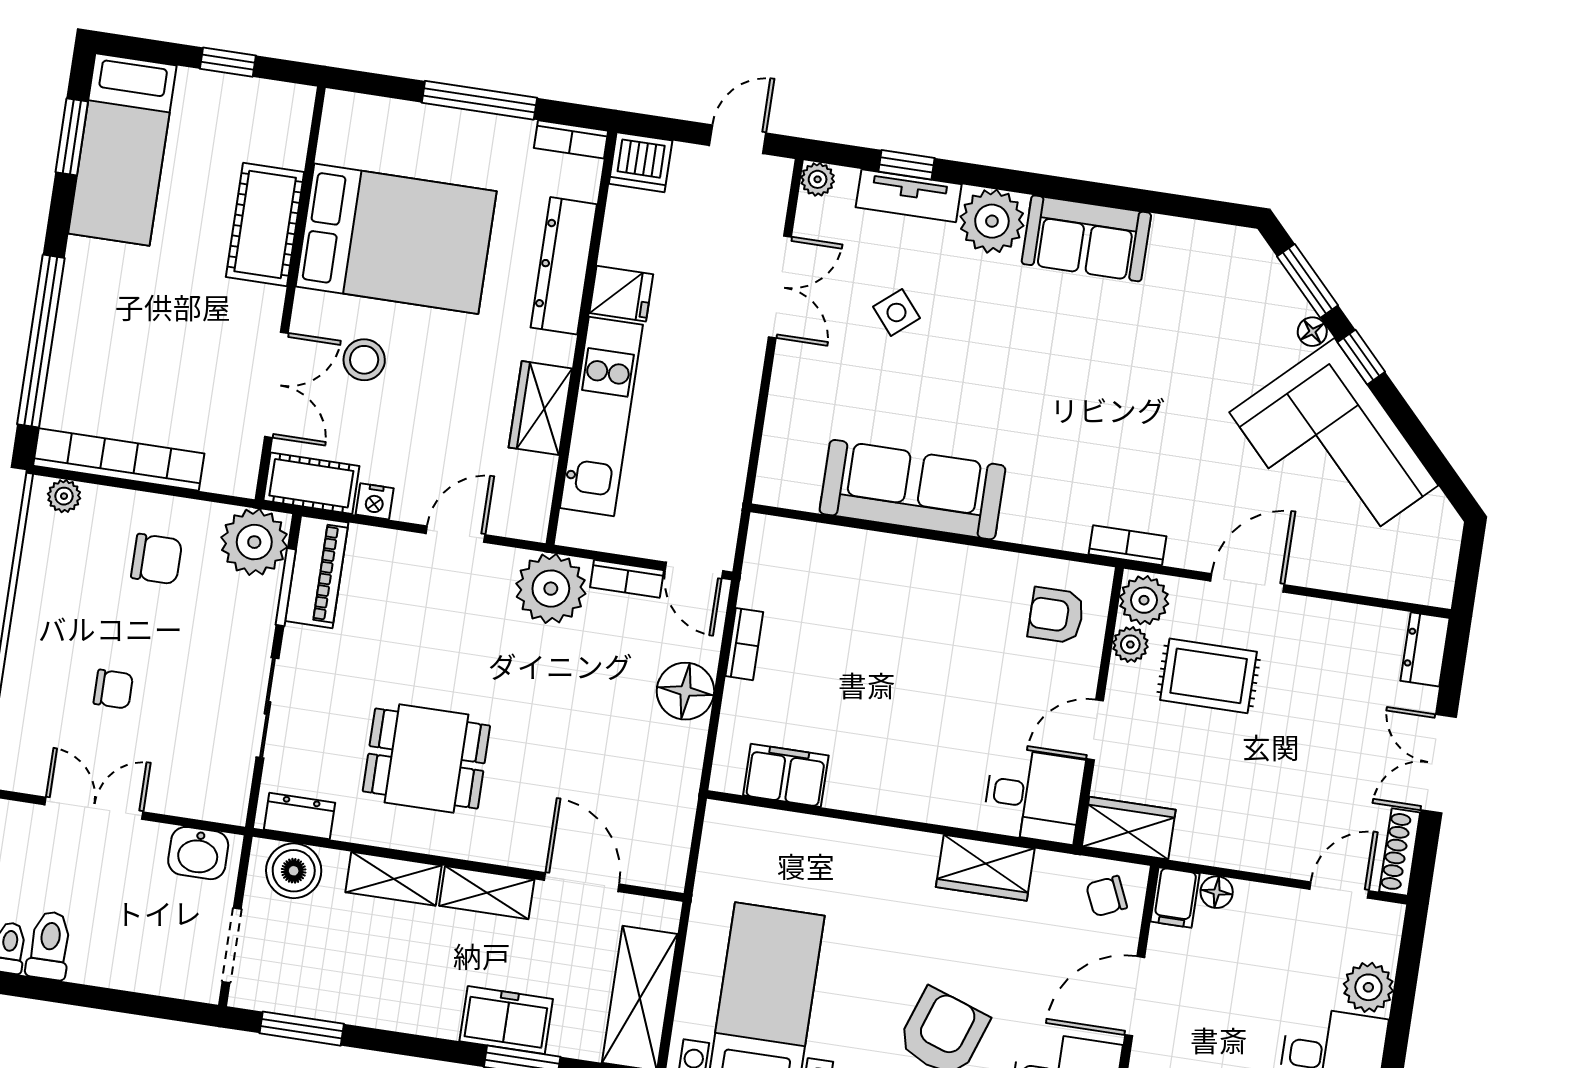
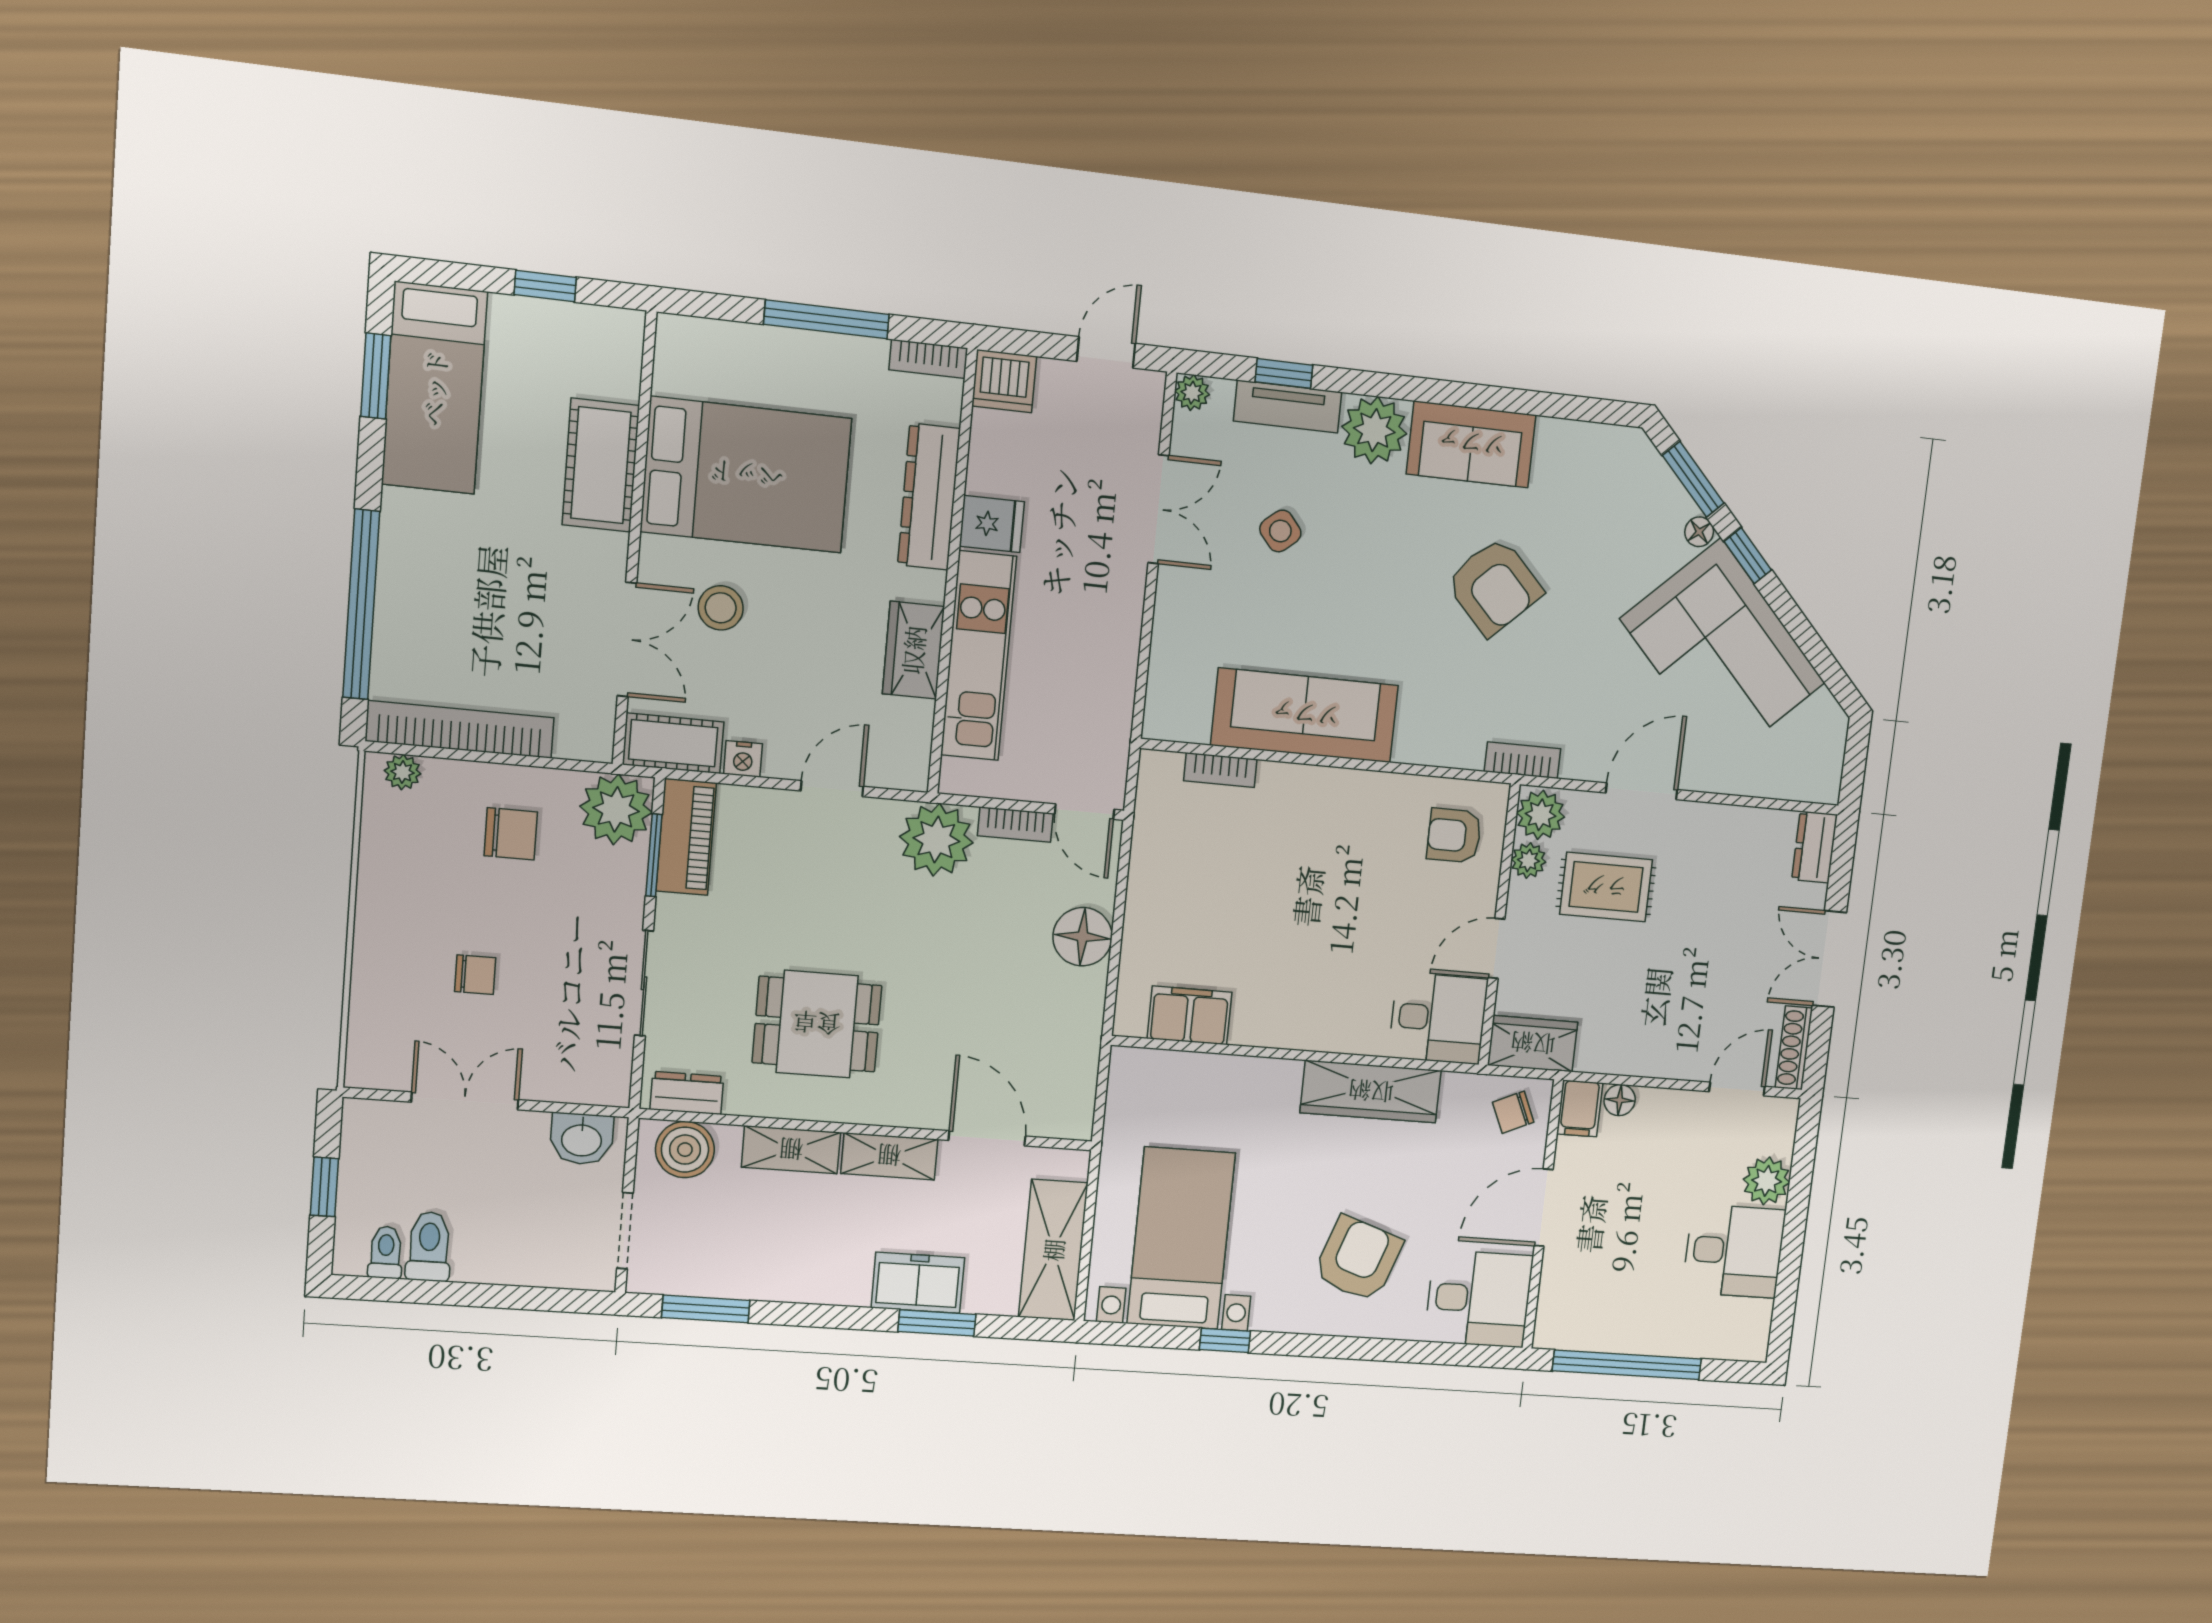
armchair: (1105, 375) -> (1494, 586), added
bookcase: (744, 644) -> (1220, 770), moved, turned 90
wardrobe: (985, 868) -> (1371, 1092), width x1.50

